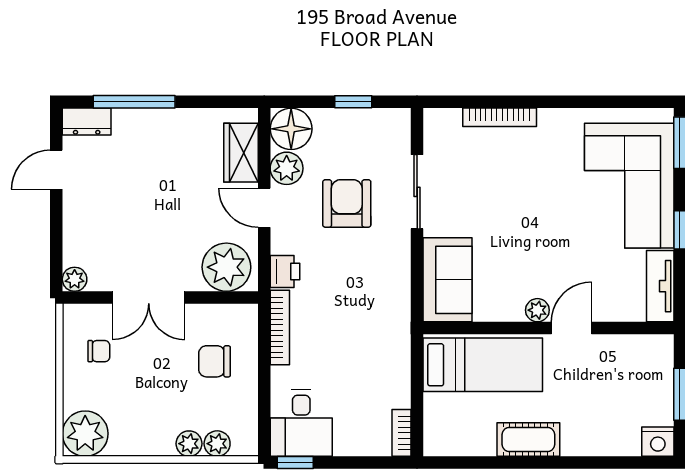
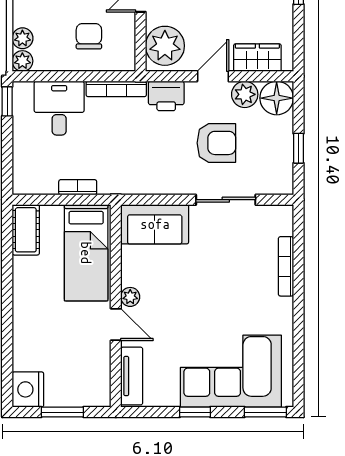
printer: (285, 271) -> (166, 96), width x1.36, depth x1.24
tv unit: (660, 286) -> (132, 376), moved, turned 90
desk: (301, 423) -> (59, 108), moved, turned 90
bookcase: (402, 433) -> (78, 187), moved
cot: (528, 439) -> (26, 230), moved
nightstand: (658, 442) -> (28, 389), width x1.36, depth x1.33
plant: (189, 444) -> (22, 61), moved

